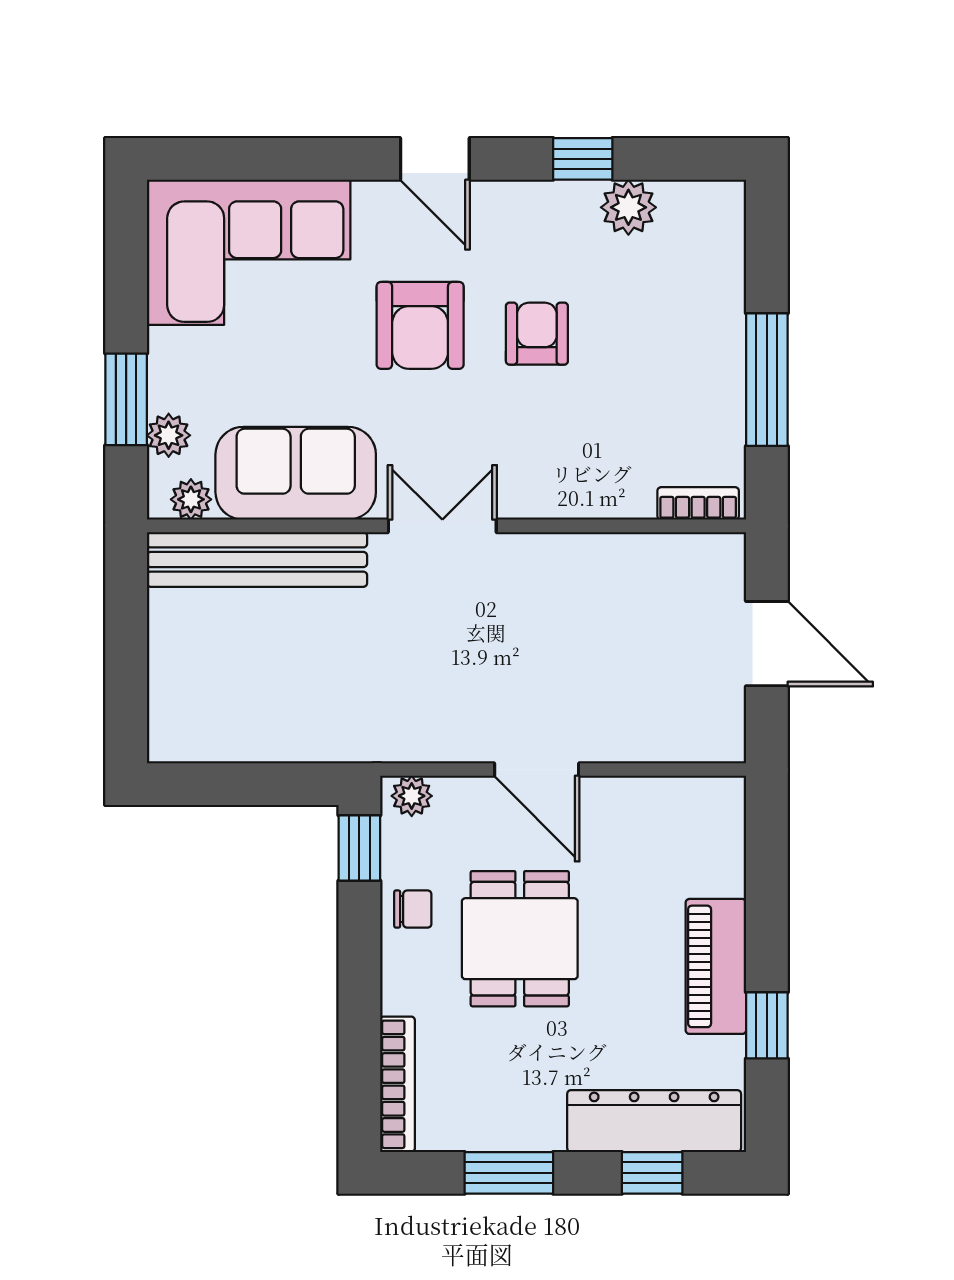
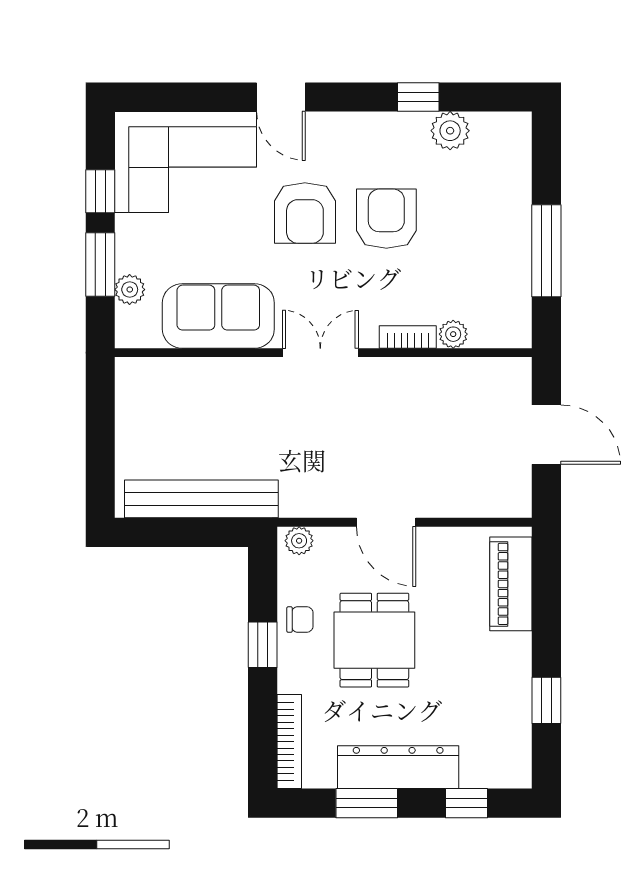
door: (435, 159) -> (281, 97), moved
window: (126, 294) -> (100, 191), added
armchair: (537, 334) -> (386, 219), width x1.38, depth x1.38
plant: (191, 499) -> (453, 334), moved
bookcase: (698, 503) -> (408, 337), moved
bench: (257, 560) -> (201, 499), moved
window: (359, 848) -> (263, 645), moved
piano: (716, 966) -> (511, 584), moved
dresser: (654, 1121) -> (398, 767), moved

